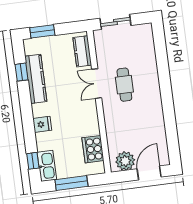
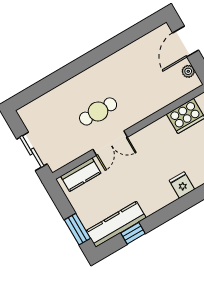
kitchen counter: (36, 79) -> (116, 224), moved
plant: (125, 161) -> (188, 71), width x0.53, depth x0.53
door: (149, 173) -> (186, 42), hinge flipped

